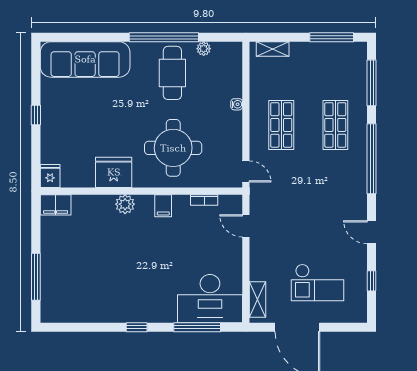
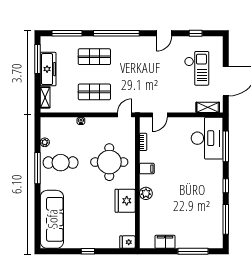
window: (164, 37) -> (37, 168), width x0.68
freezer: (316, 54) -> (48, 69), added
filing cabinet: (56, 205) -> (165, 242), moved, turned -90
window: (85, 327) -> (226, 219), added

